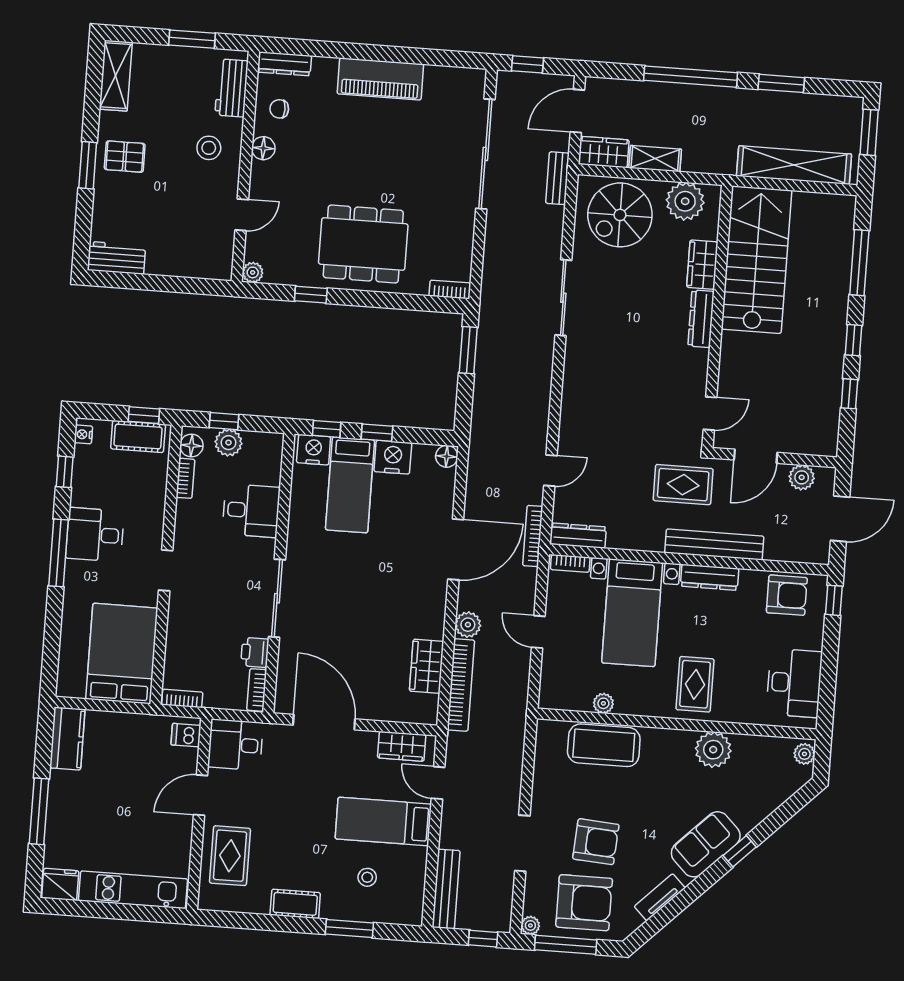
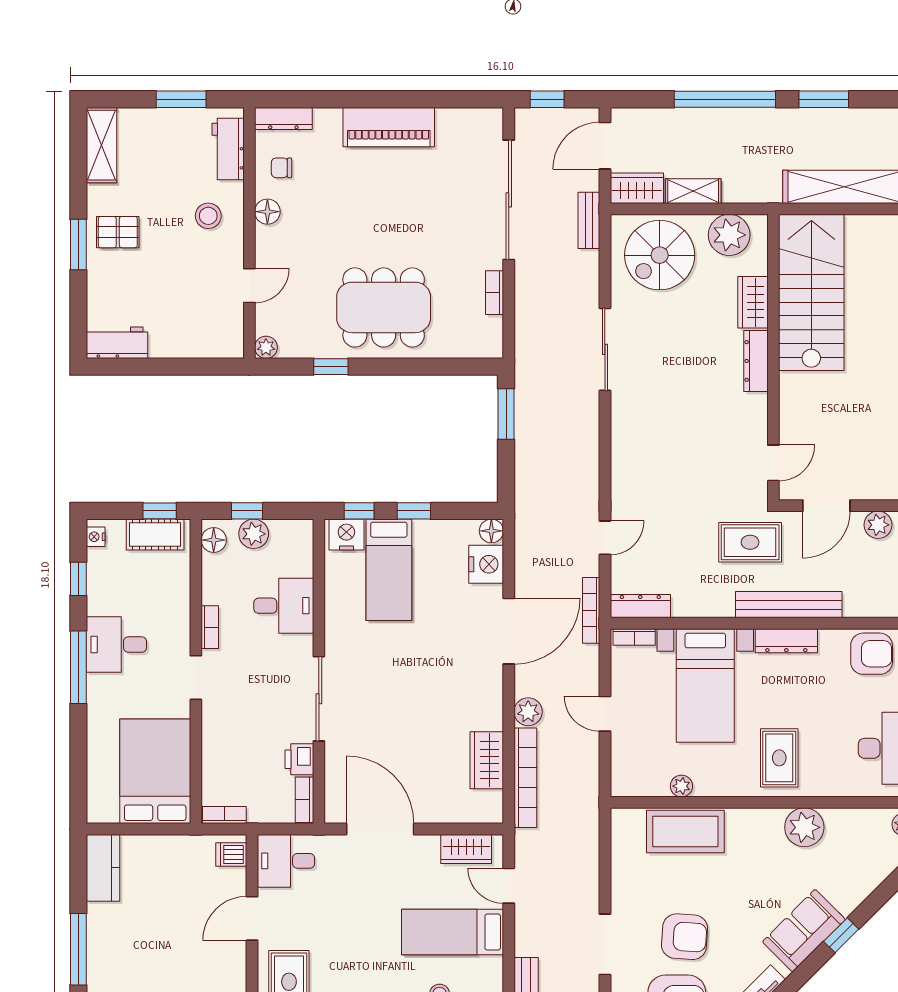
bookcase: (450, 289) -> (495, 293), moved, turned -90
nightstand: (393, 457) -> (486, 564), moved, turned 90
bookcase: (185, 478) -> (210, 627), moved

